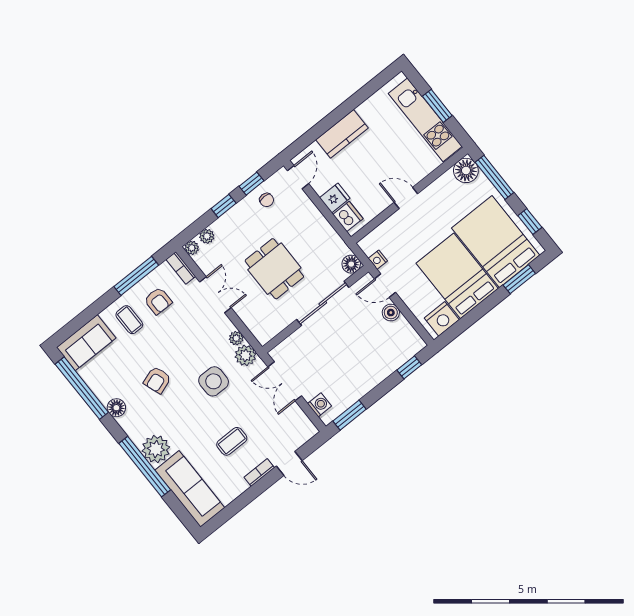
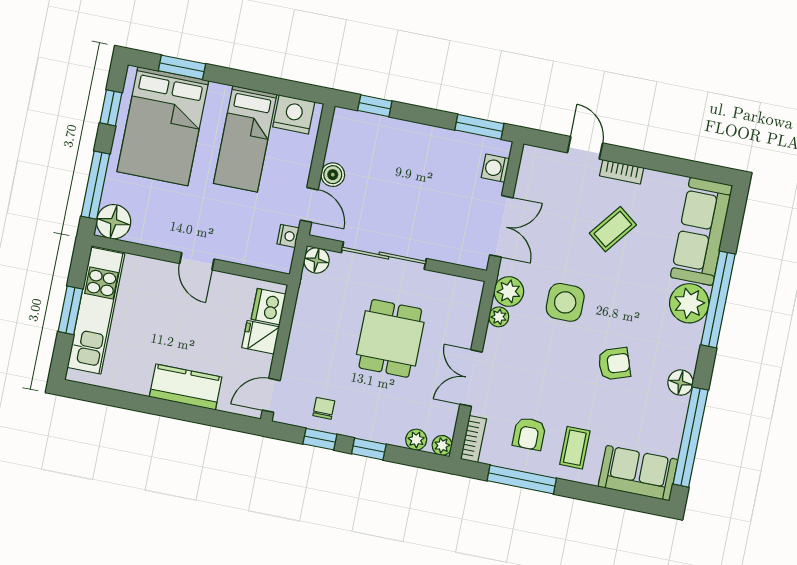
bed: (457, 276) -> (245, 139), width x0.67
armchair: (158, 301) -> (529, 434), turned 180
coffee table: (232, 441) -> (613, 229), turned -52

